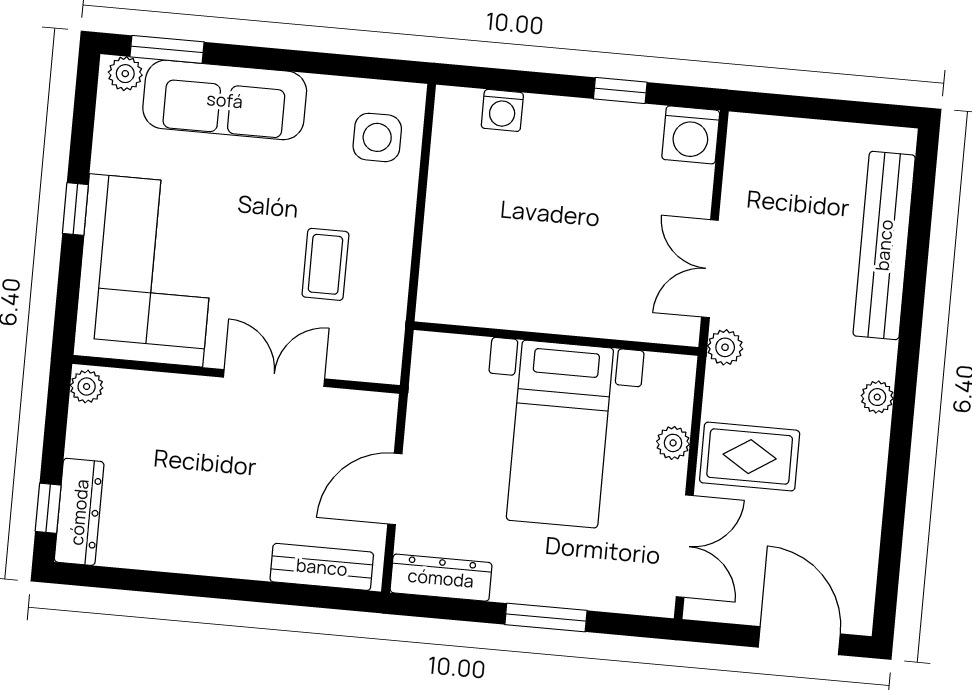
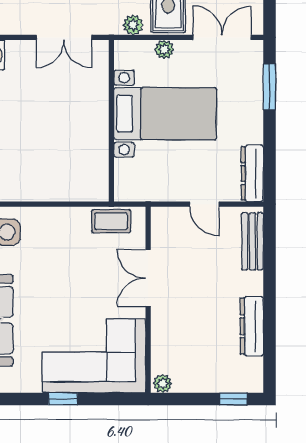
coffee table: (325, 264) -> (111, 221), moved
plant: (725, 347) -> (133, 25), moved
door: (395, 489) -> (205, 204), width x0.73
dresser: (79, 512) -> (252, 326), moved, turned -90
window: (546, 618) -> (269, 87), moved

